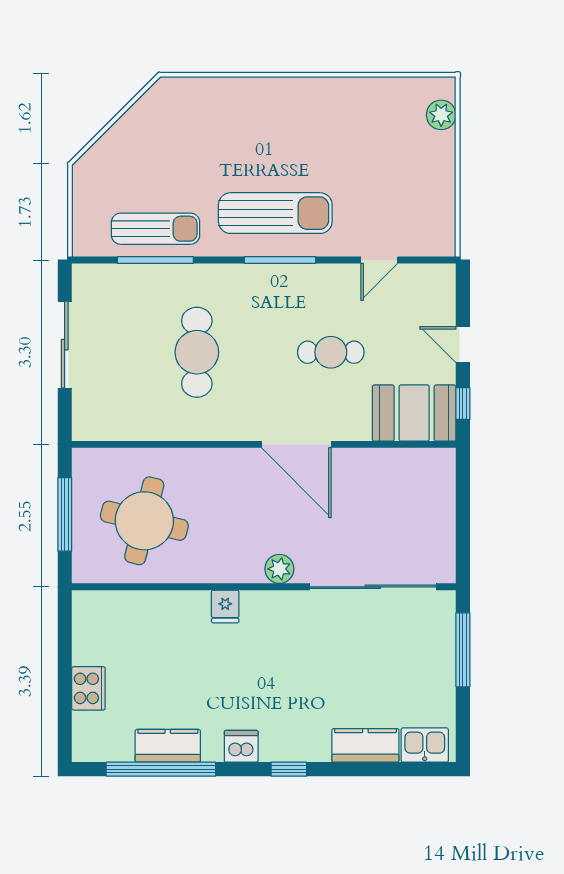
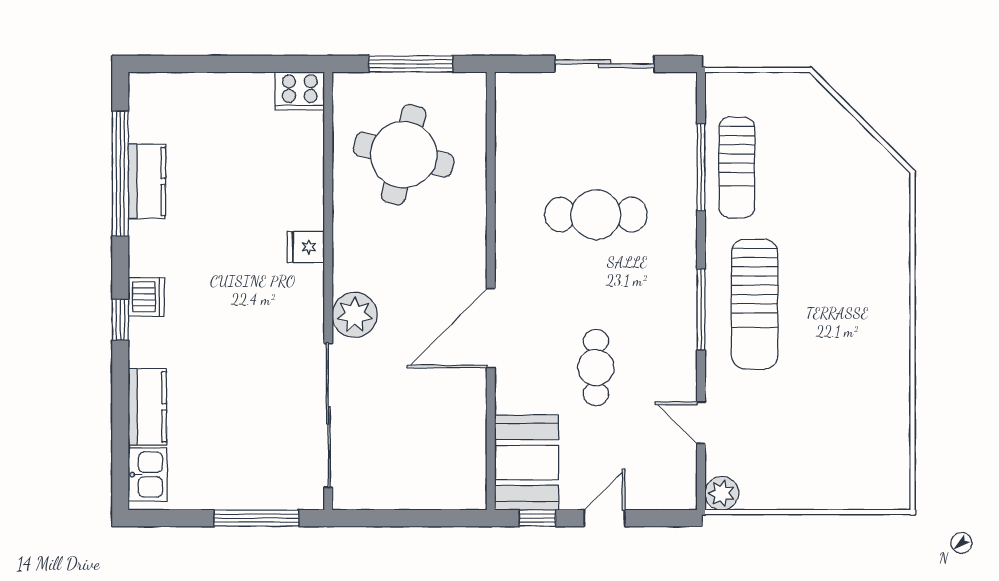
plant: (441, 115) -> (722, 493), moved
plant: (279, 569) -> (355, 315), width x1.36, depth x1.36
cooker: (88, 688) -> (300, 91), moved
dishwasher: (241, 746) -> (146, 297), moved

